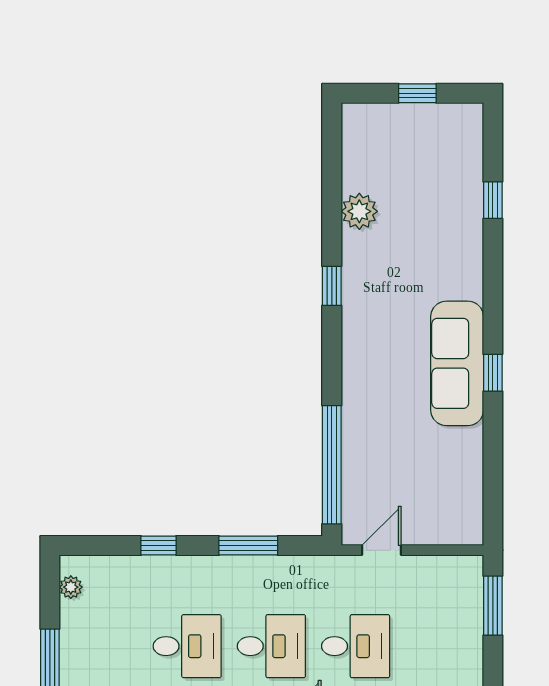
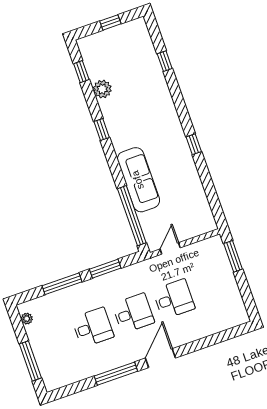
window: (332, 165) -> (81, 72), added
sofa: (457, 363) -> (138, 180), moved, turned 180
window: (159, 545) -> (62, 284), width x2.17

